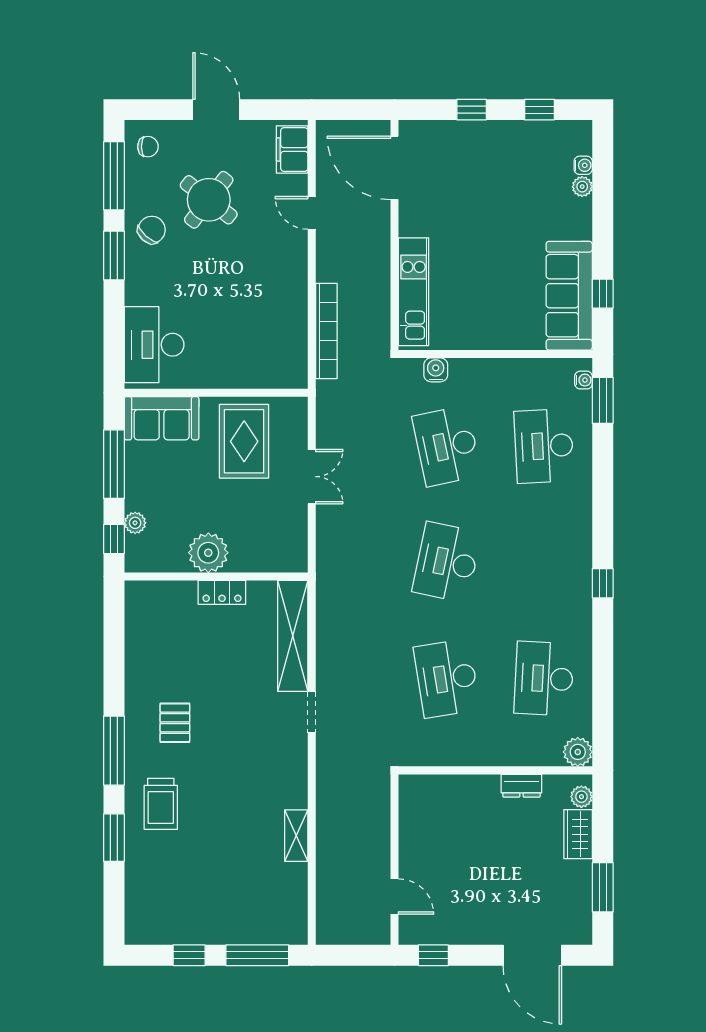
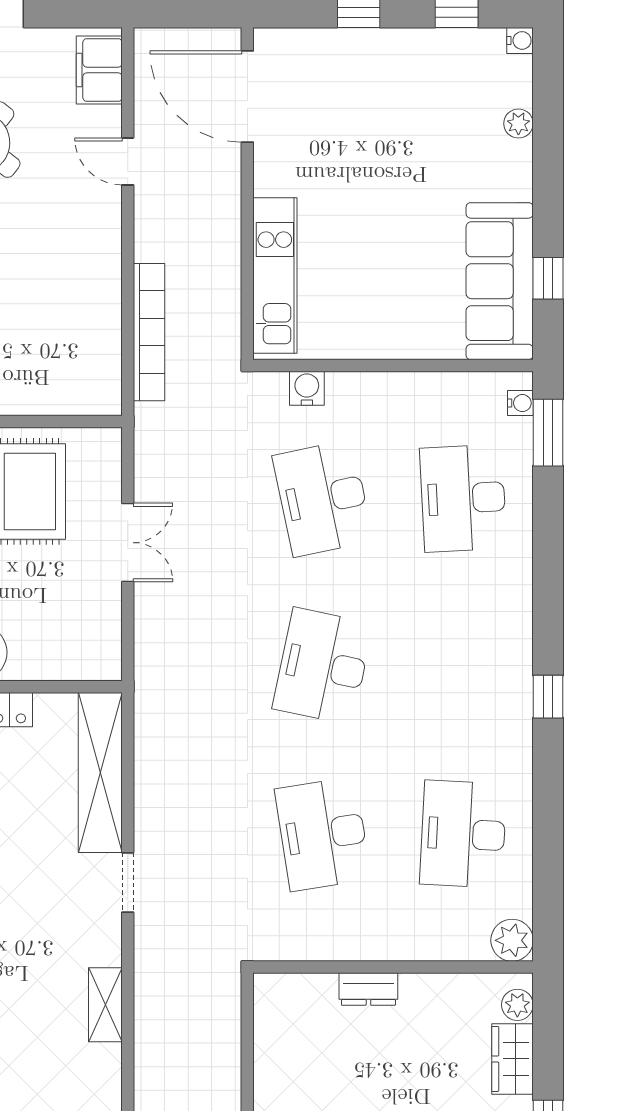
water cooler: (583, 165) -> (520, 40), moved
dresser: (521, 786) -> (368, 989), moved
shelving: (296, 836) -> (105, 1005), moved

